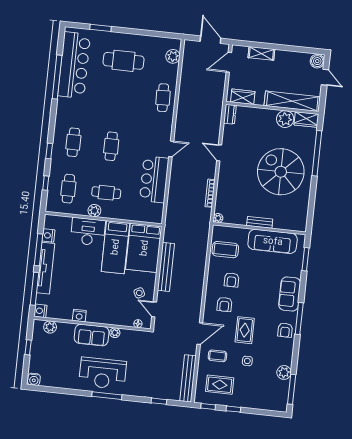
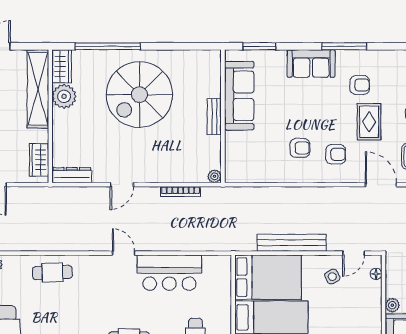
dresser: (230, 114) -> (72, 175), width x1.44
coffee table: (225, 250) -> (258, 161), removed
rug: (245, 330) -> (369, 122), turned 90
armchair: (285, 330) -> (360, 85), moved

